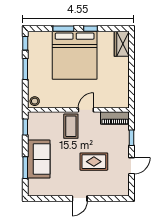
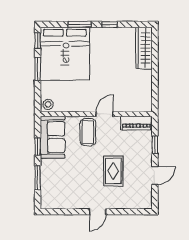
wardrobe: (122, 44) -> (144, 48), width x1.50
bed: (75, 55) -> (65, 54), moved
window: (25, 127) -> (38, 146), moved
sofa: (39, 159) -> (53, 137), moved
rug: (94, 162) -> (113, 171), turned 90

